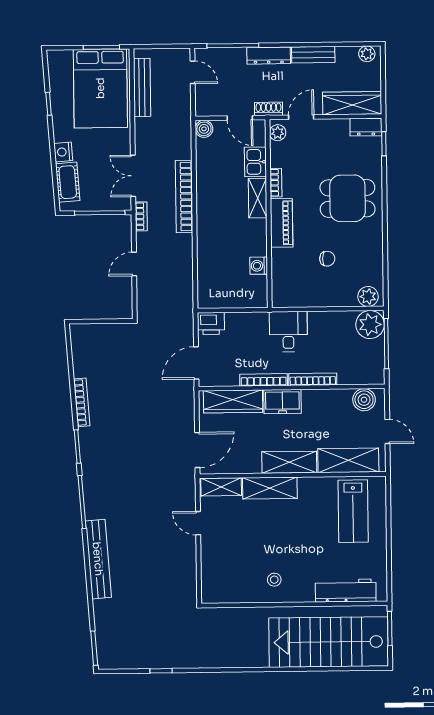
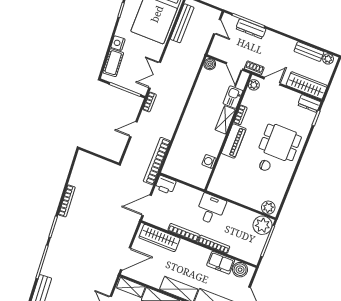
bench: (313, 55) -> (309, 52), moved
dresser: (269, 56) -> (251, 29), moved
bookcase: (184, 197) -> (157, 161), moved
chair: (327, 259) -> (265, 165), moved
freezer: (282, 402) -> (221, 263), moved

